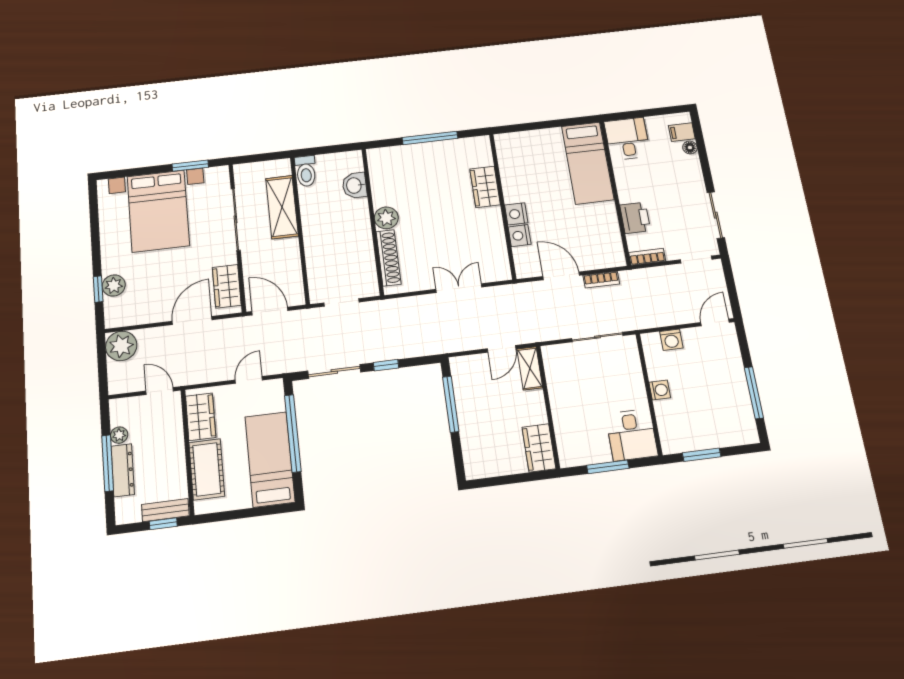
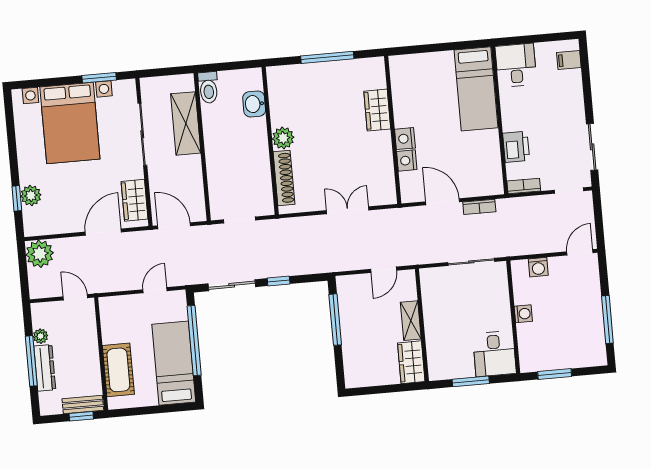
floor lamp: (690, 147) -> (575, 77), removed
shelving: (530, 368) -> (411, 321), moved
wardrobe: (201, 417) -> (112, 322), removed

